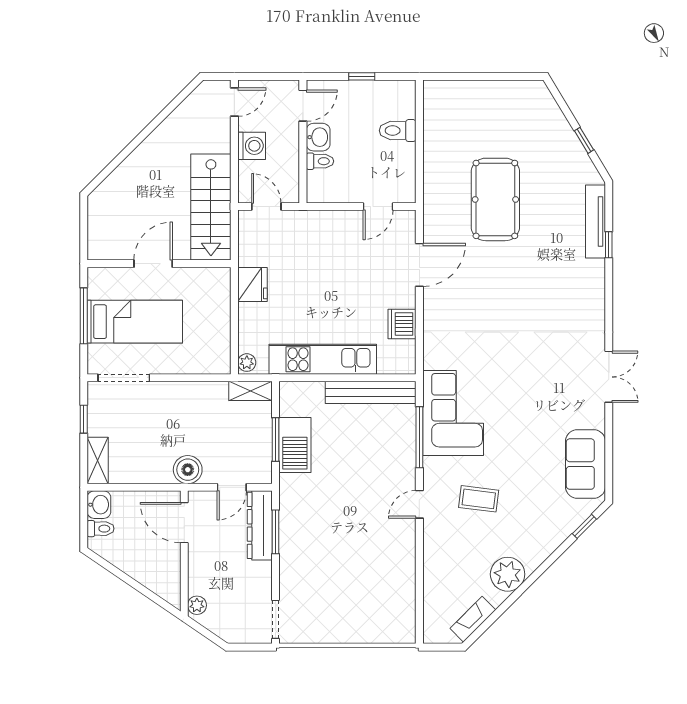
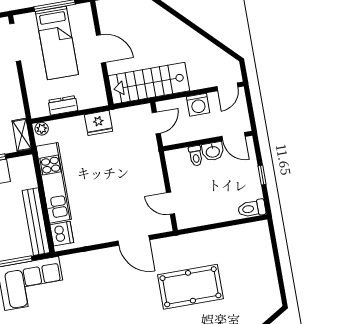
door: (234, 102) -> (227, 87), hinge flipped
toilet: (398, 131) -> (252, 208), moved, turned -90
dishwasher: (402, 324) -> (62, 234), moved, turned 90
dresser: (220, 328) -> (63, 105), added

